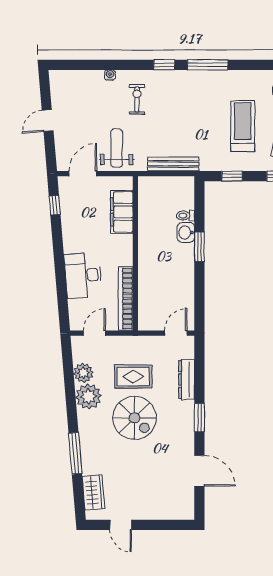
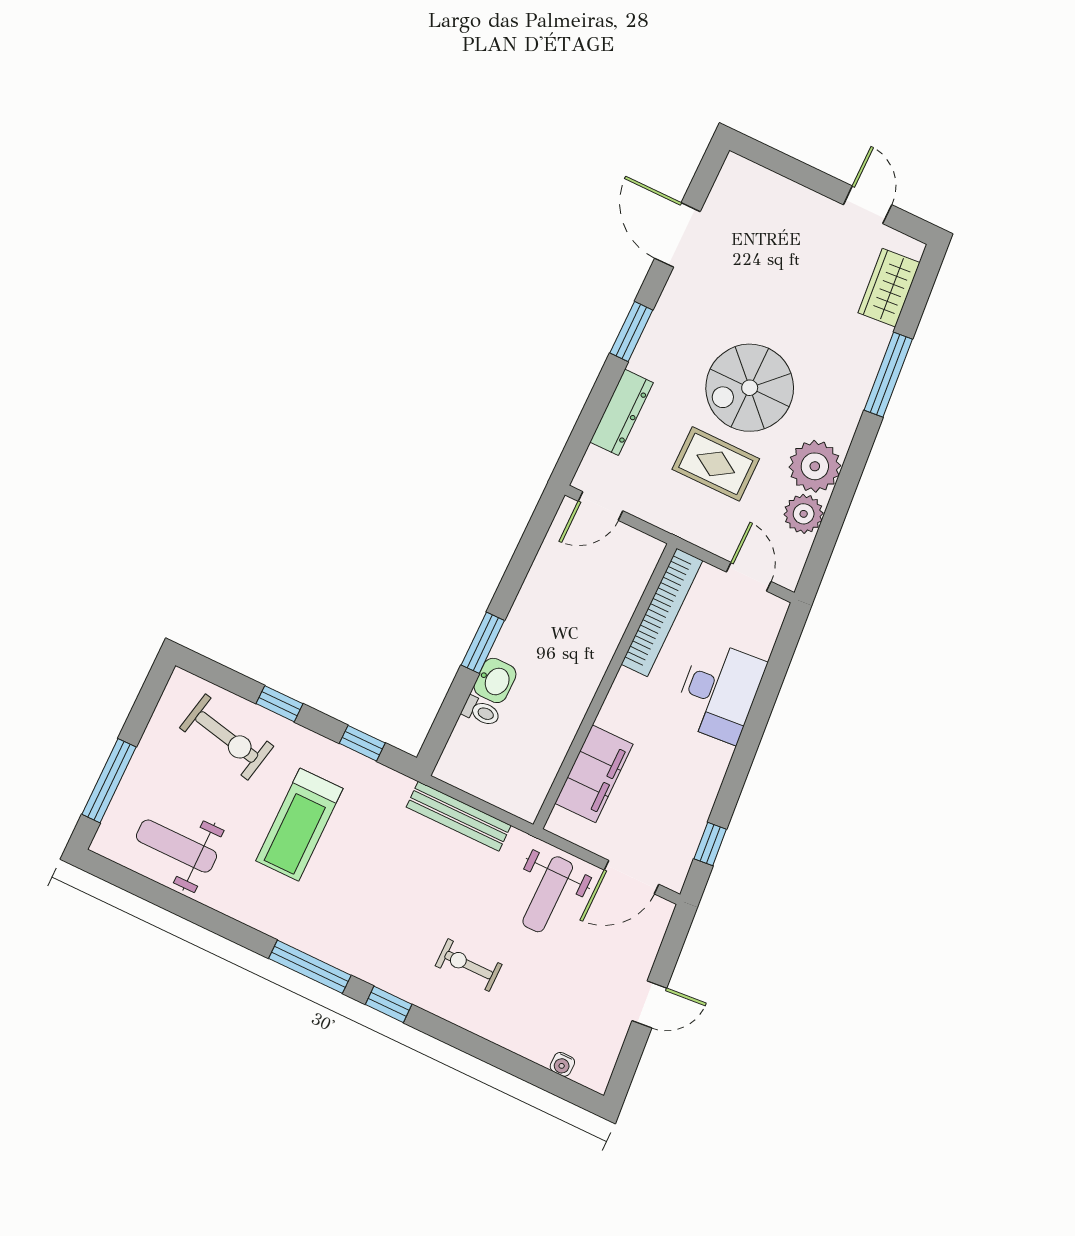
water cooler: (110, 75) -> (562, 1064), moved
exercise bike: (137, 99) -> (469, 965), turned 90
door: (94, 333) -> (749, 577), swing flipped
spiral stairs: (134, 418) -> (750, 388), turned -90

